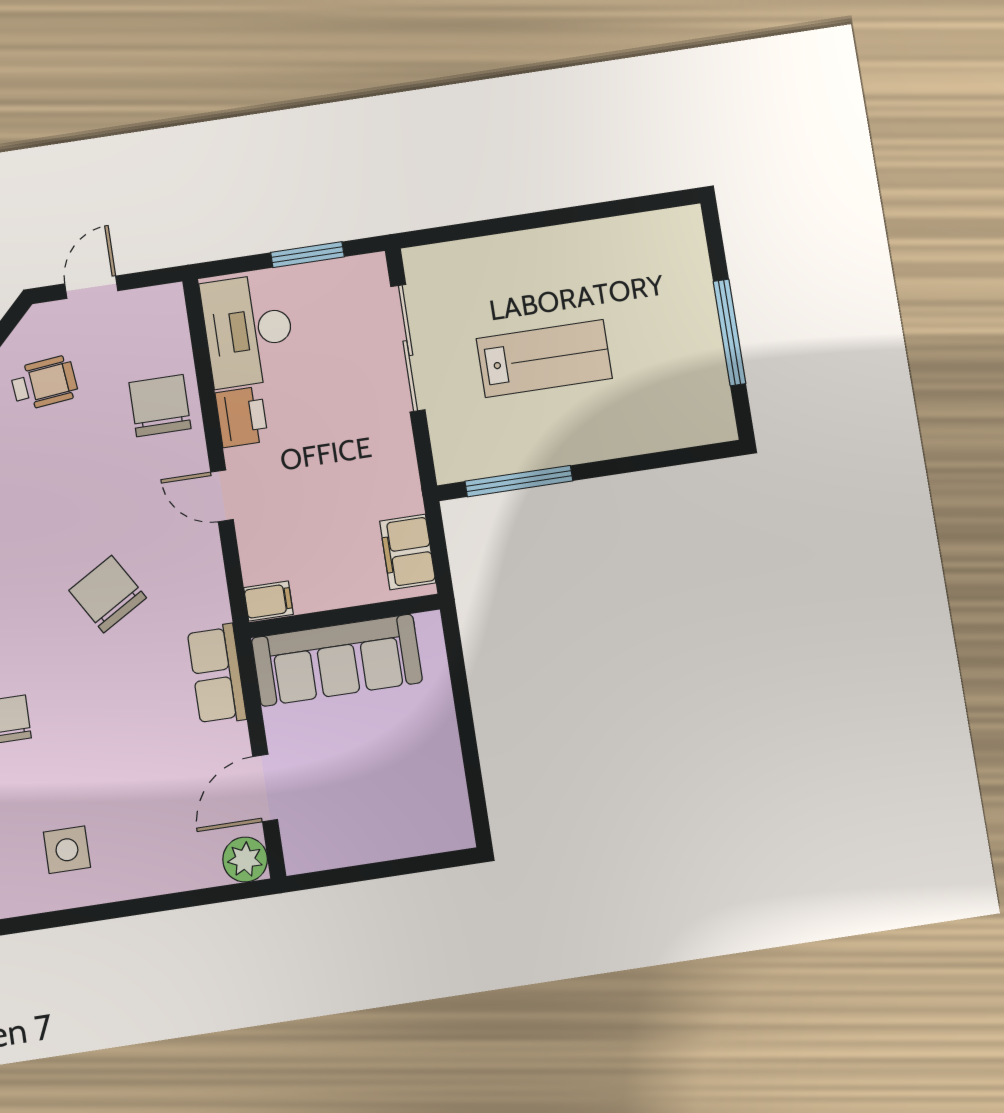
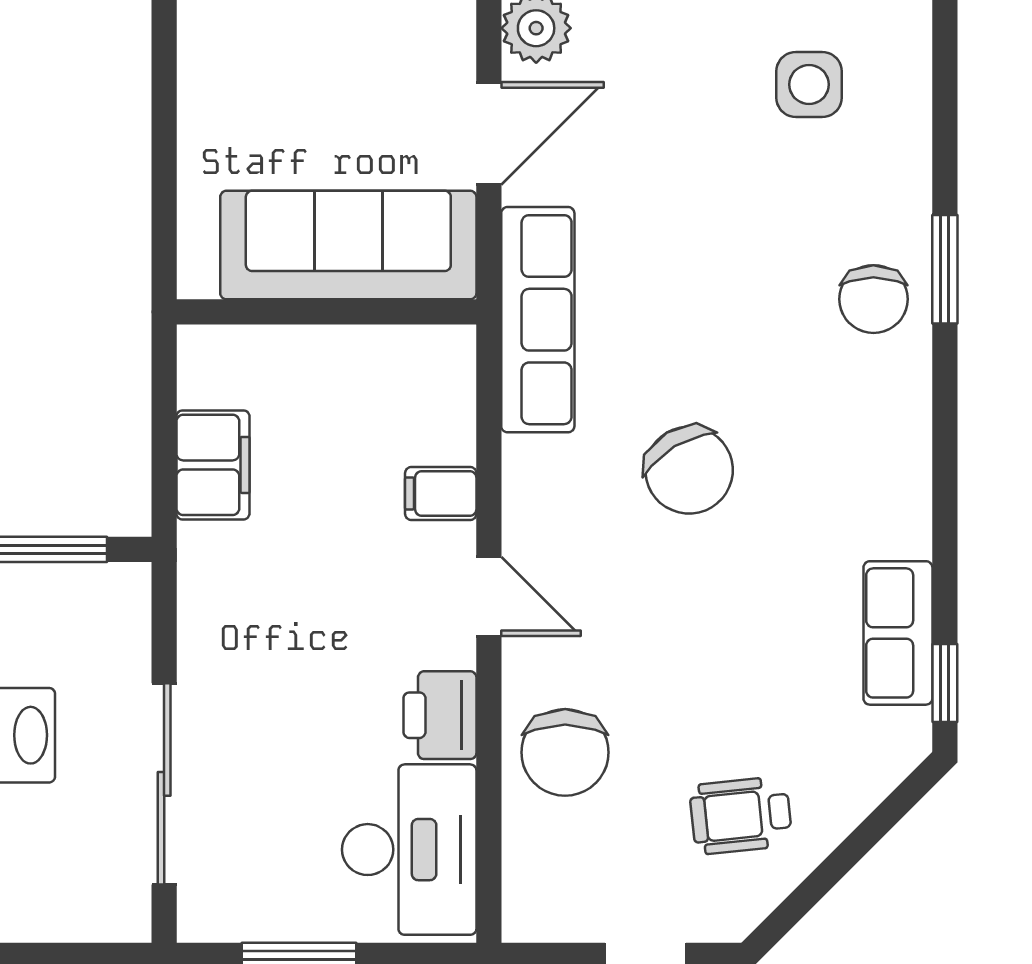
filing cabinet: (268, 601) -> (441, 493), moved
wall: (344, 616) -> (326, 312), moved
sofa: (337, 660) -> (348, 245), moved
row of seats: (217, 674) -> (538, 320), width x1.48

